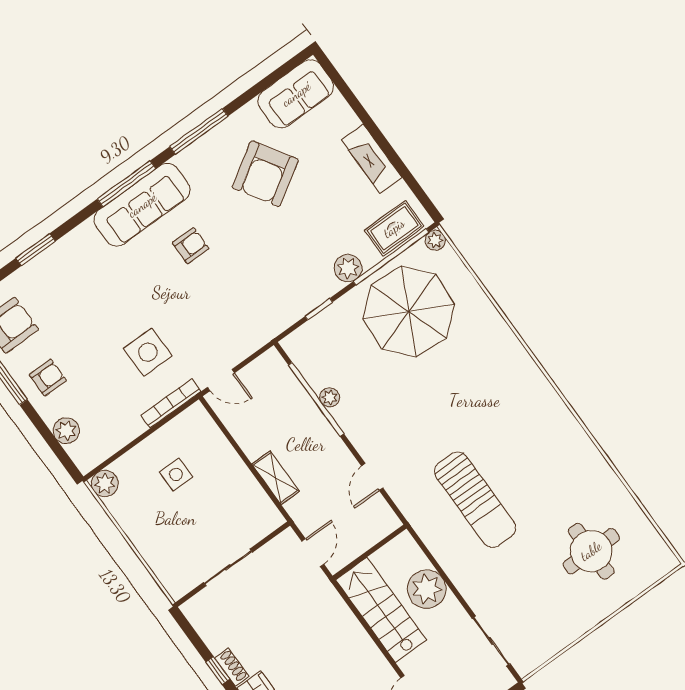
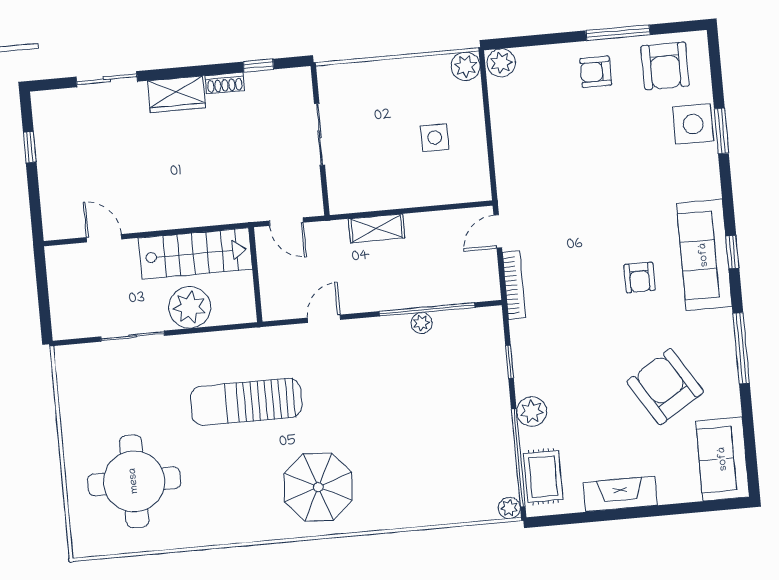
window: (127, 184) -> (732, 252), width x0.46
parasol: (409, 312) -> (318, 487), moved, width x0.73, depth x0.73
side table: (148, 352) -> (693, 124), moved
armchair: (48, 378) -> (596, 72), turned 90
bookcase: (171, 403) -> (514, 285), moved
plant: (66, 431) -> (501, 63), moved
door: (372, 477) -> (324, 319), hinge flipped
round table: (591, 551) -> (134, 481), width x1.36, depth x1.36
sliding door: (491, 641) -> (133, 336), moved
window: (218, 670) -> (258, 65), moved

